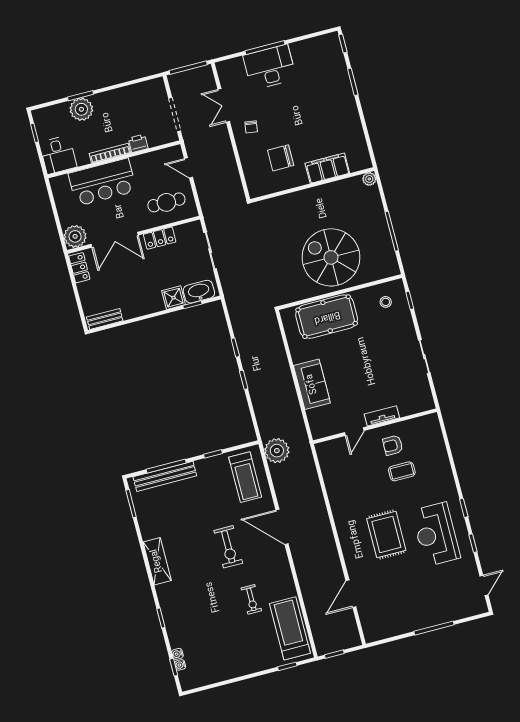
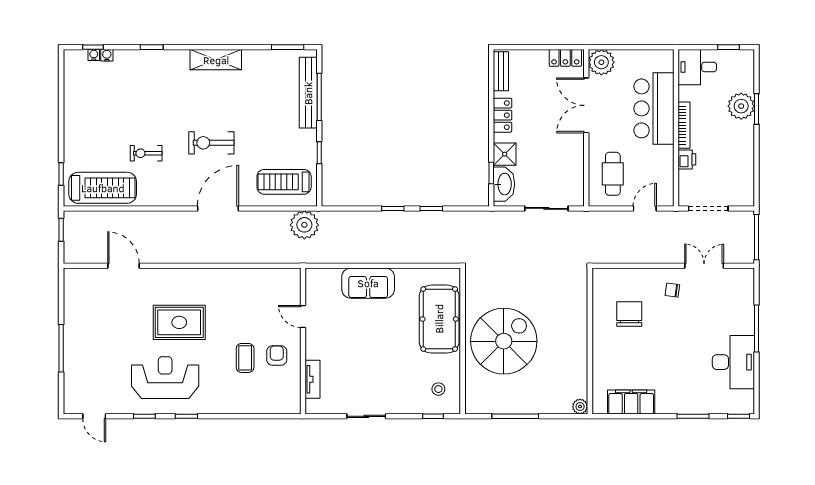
desk: (270, 67) -> (733, 362), moved
filing cabinet: (327, 168) -> (631, 402), moved, turned -90
locker: (160, 238) -> (503, 115), moved, turned 180
tv unit: (382, 416) -> (313, 379), moved

